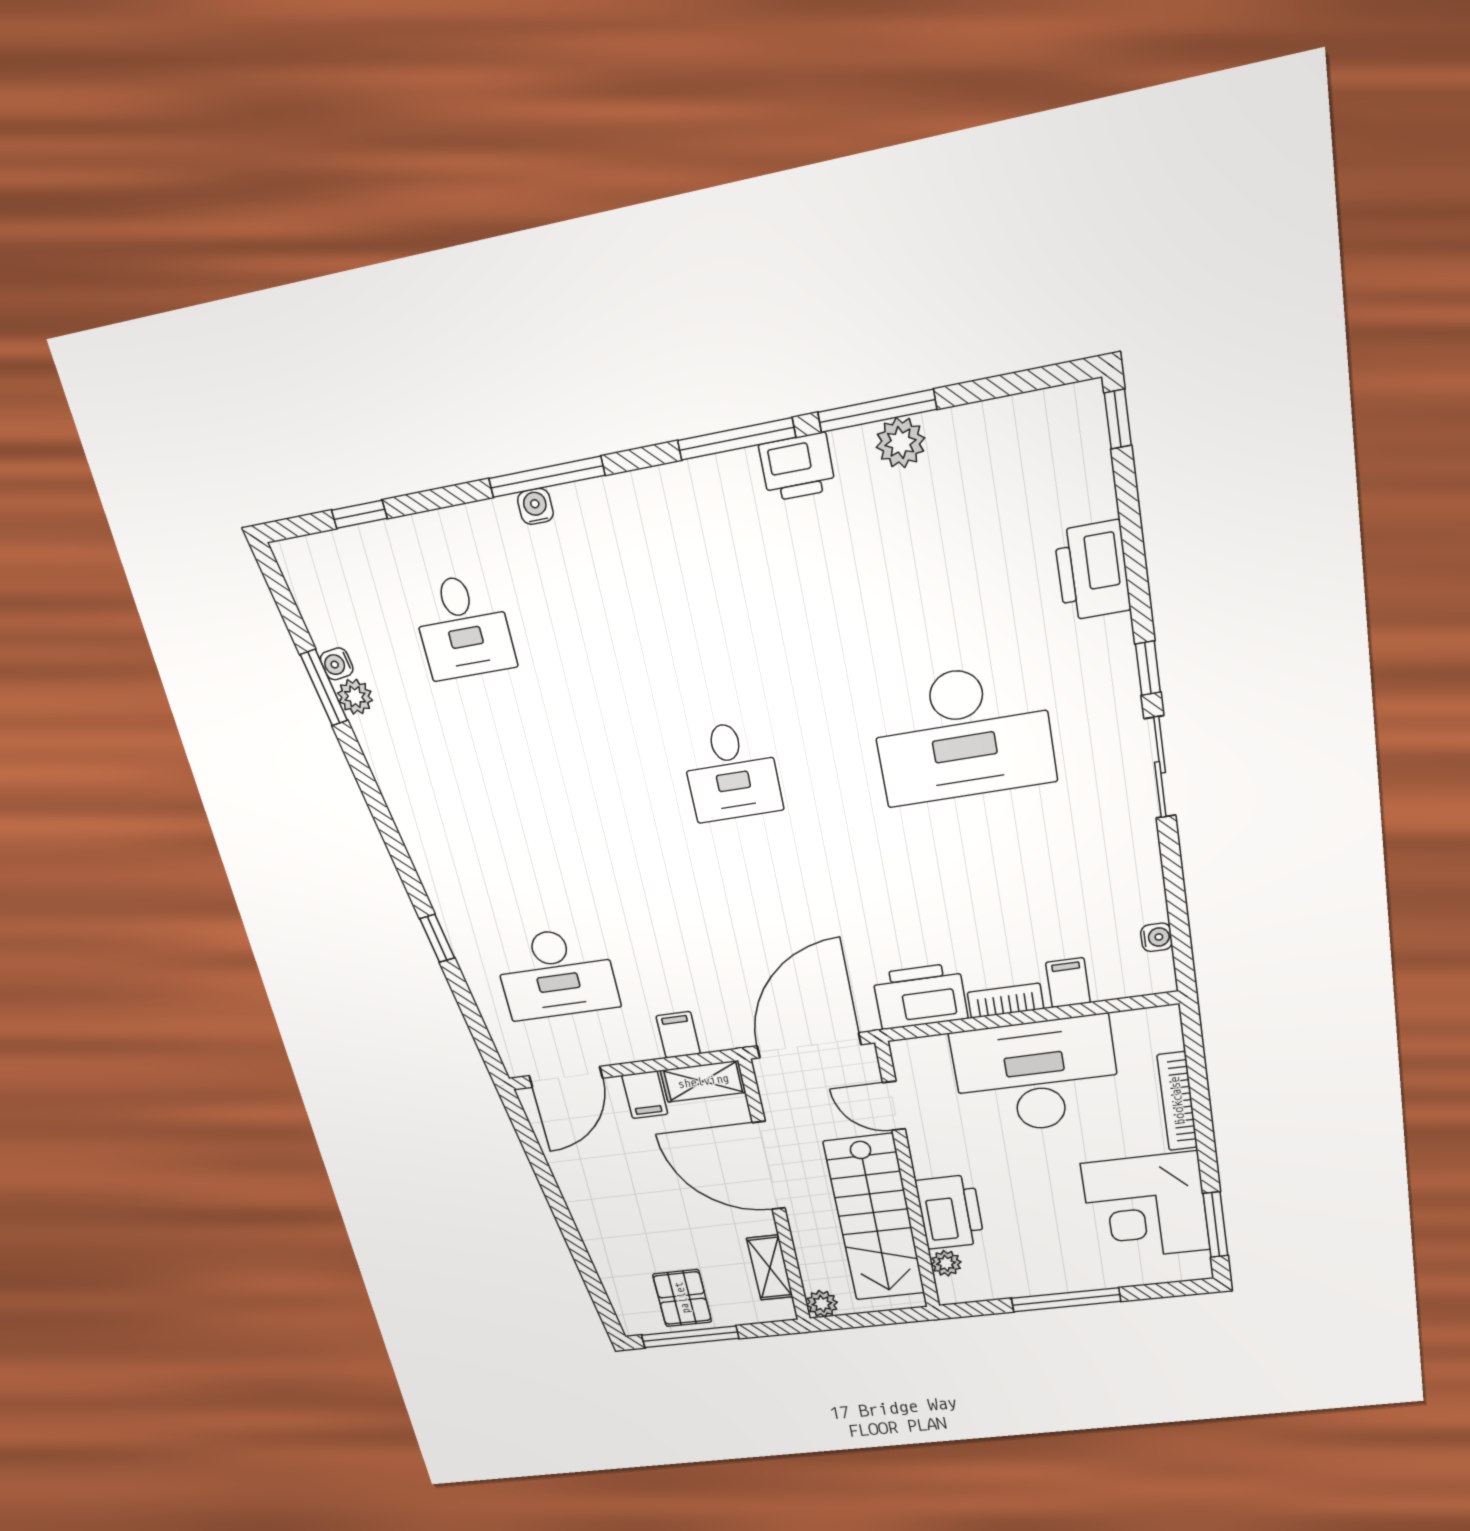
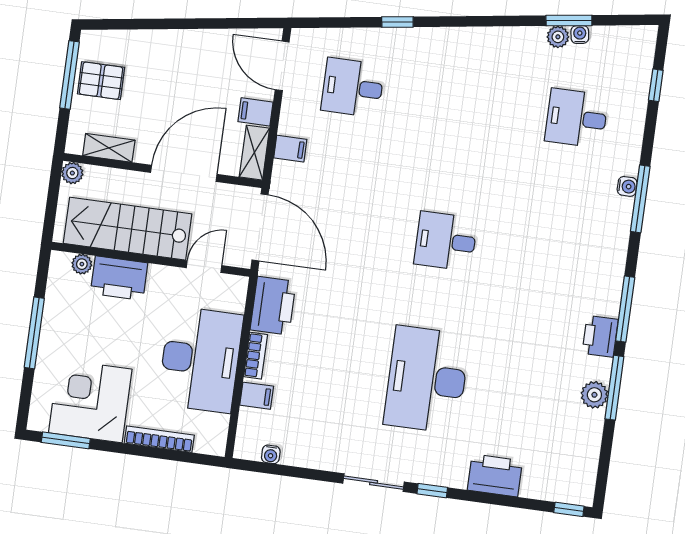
desk: (556, 974) -> (353, 88), width x0.73

